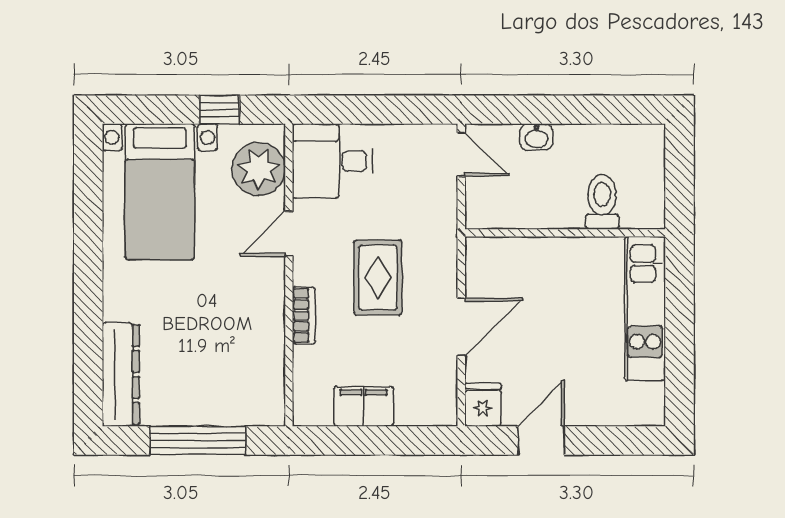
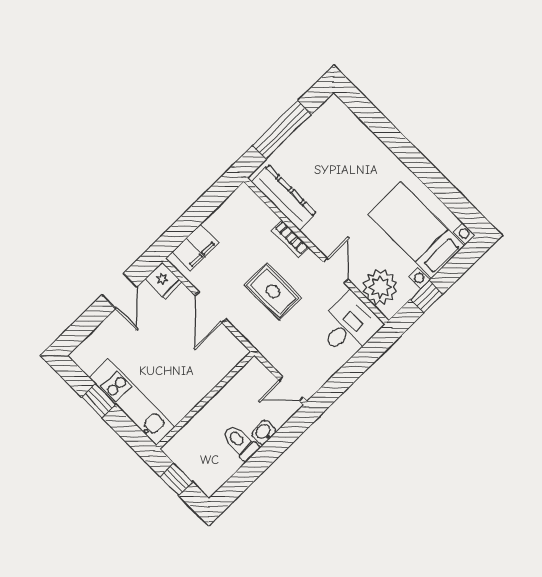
window: (679, 179) -> (176, 479), added
toilet: (602, 202) -> (240, 442), moved, turned 180
window: (679, 345) -> (99, 401), added
dresser: (121, 374) -> (284, 197), moved, turned 180
filing cabinet: (364, 406) -> (195, 248), moved

